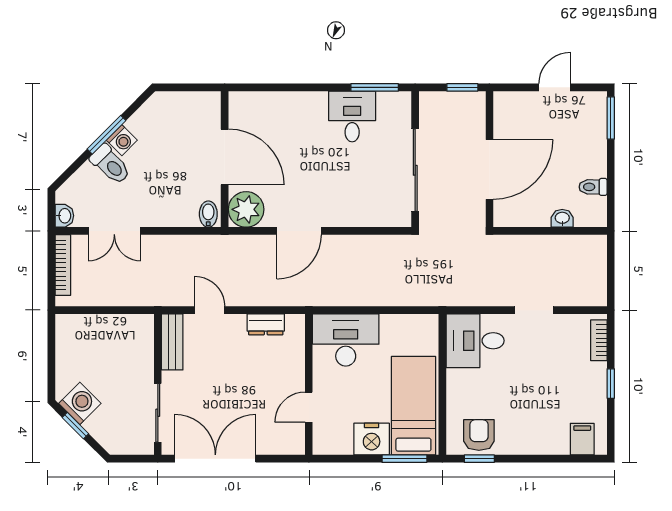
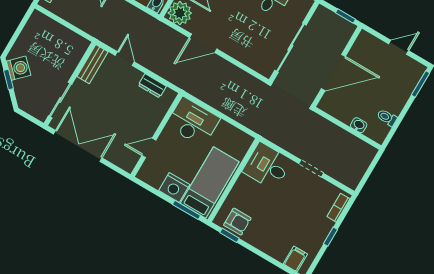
armchair: (479, 435) -> (237, 222), turned 90

